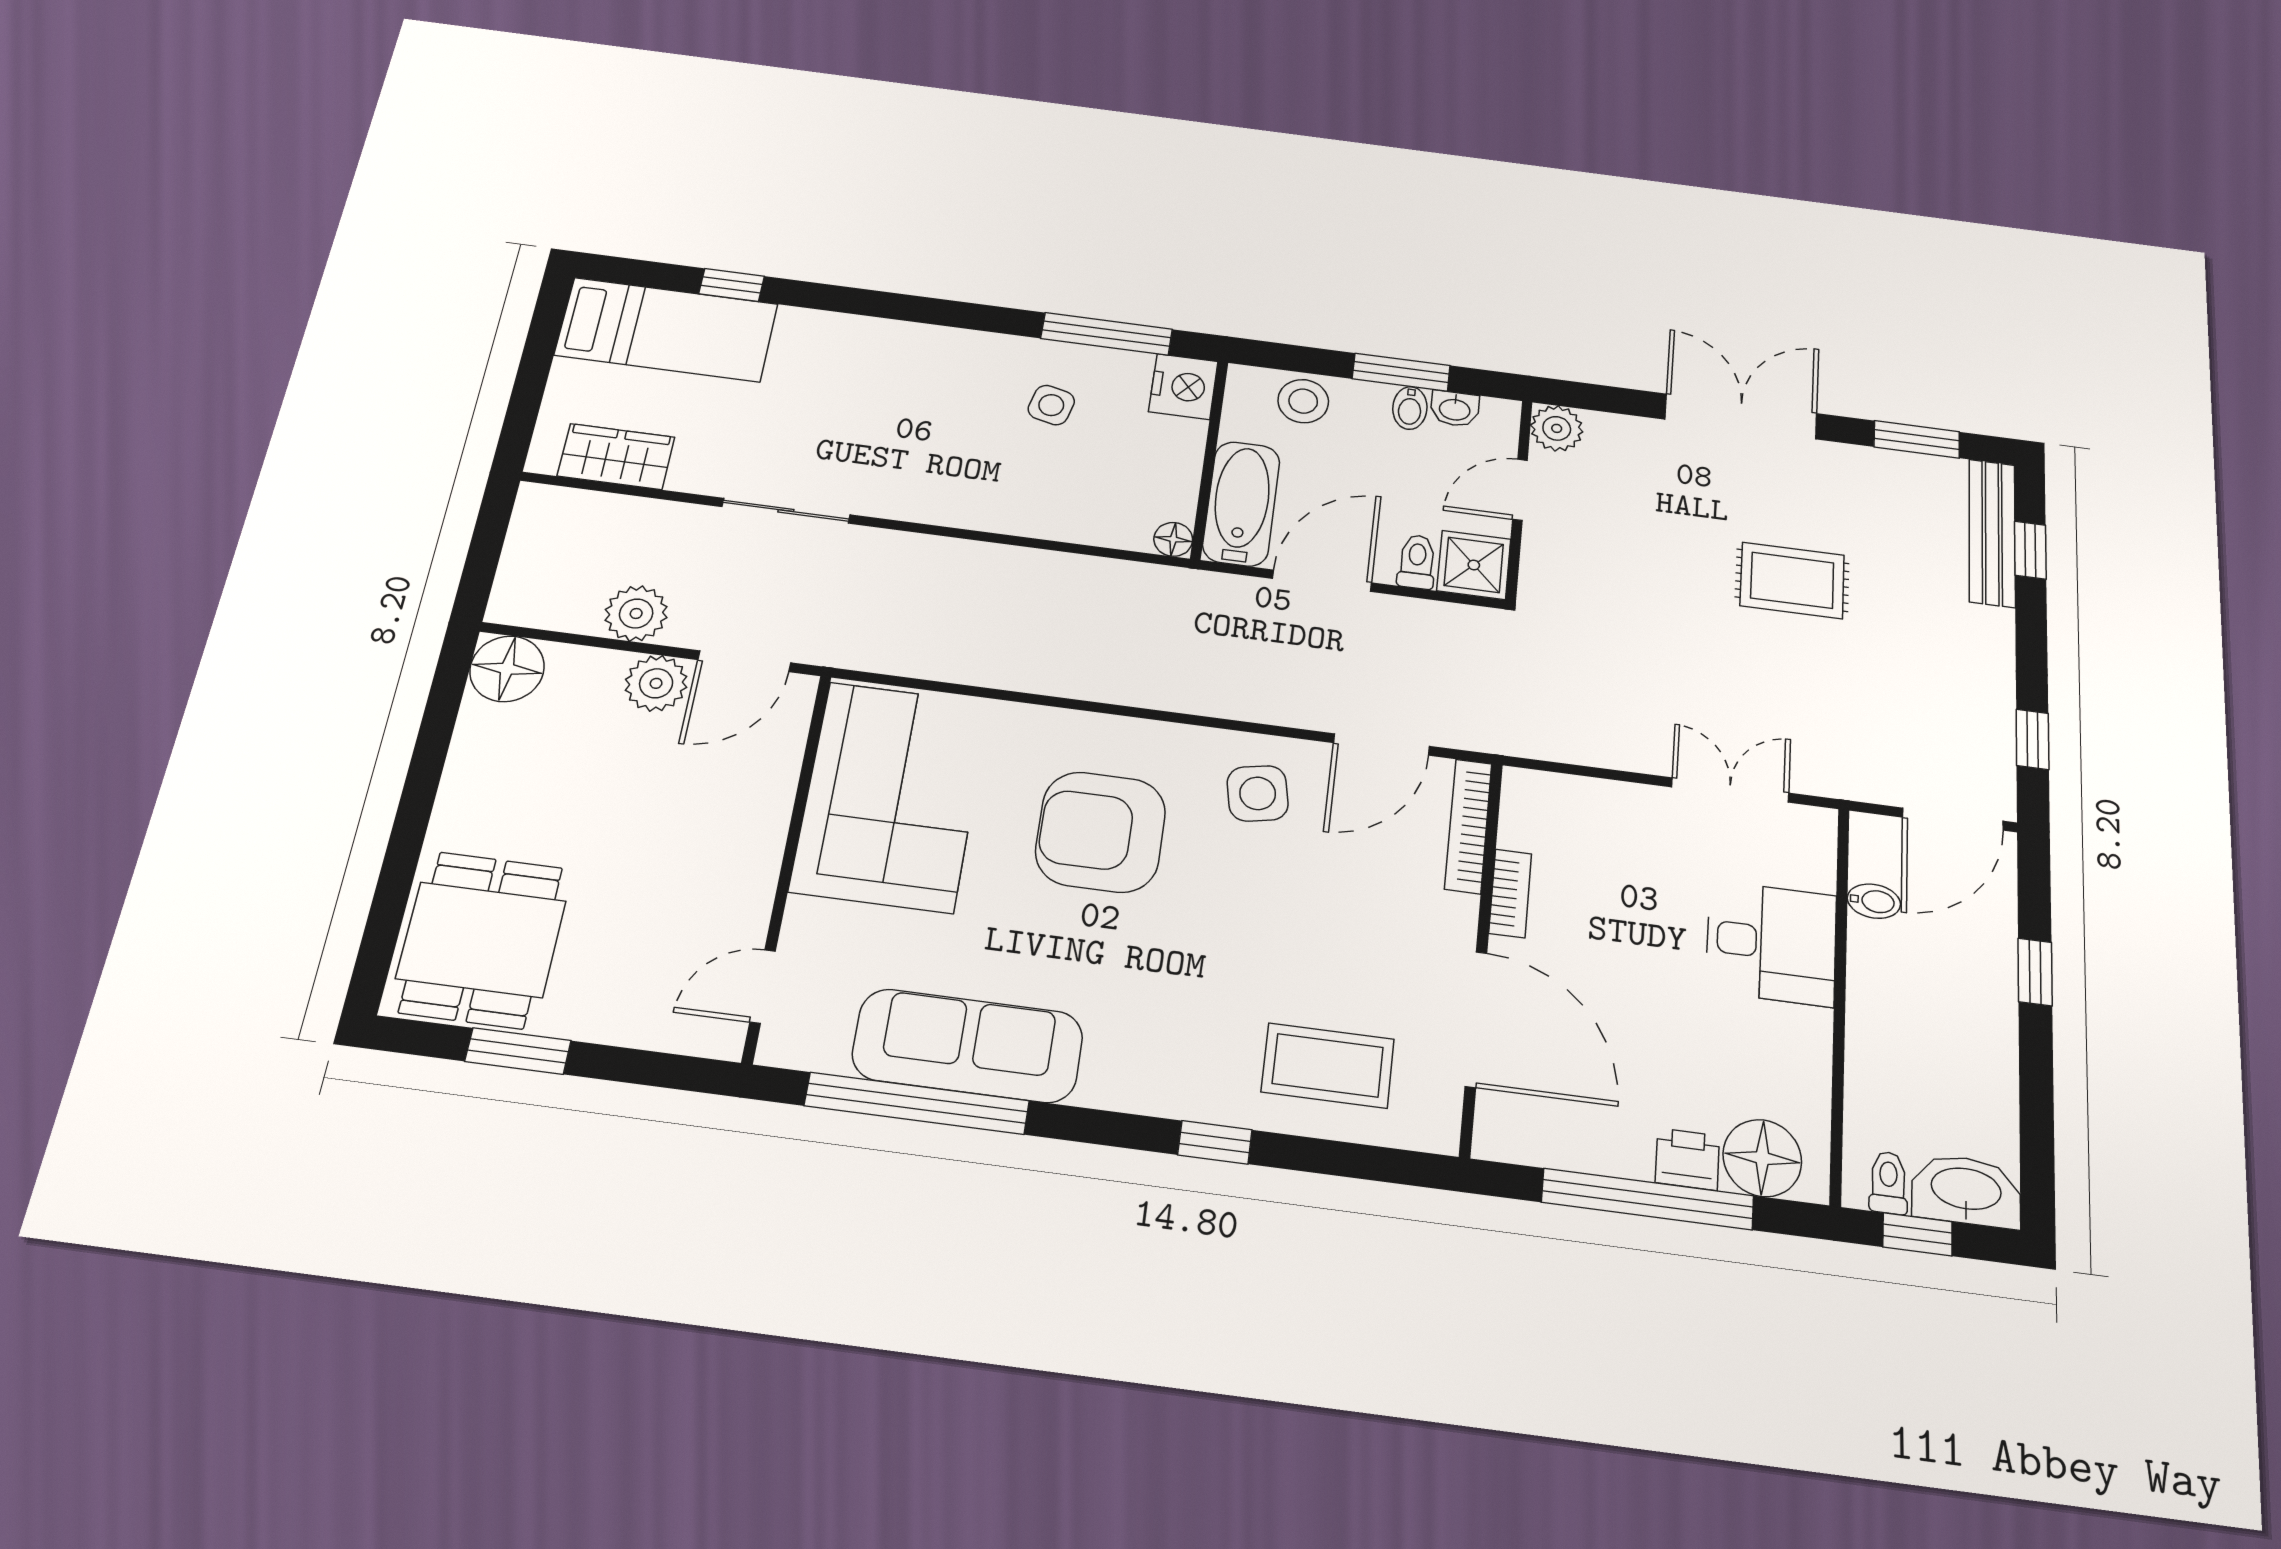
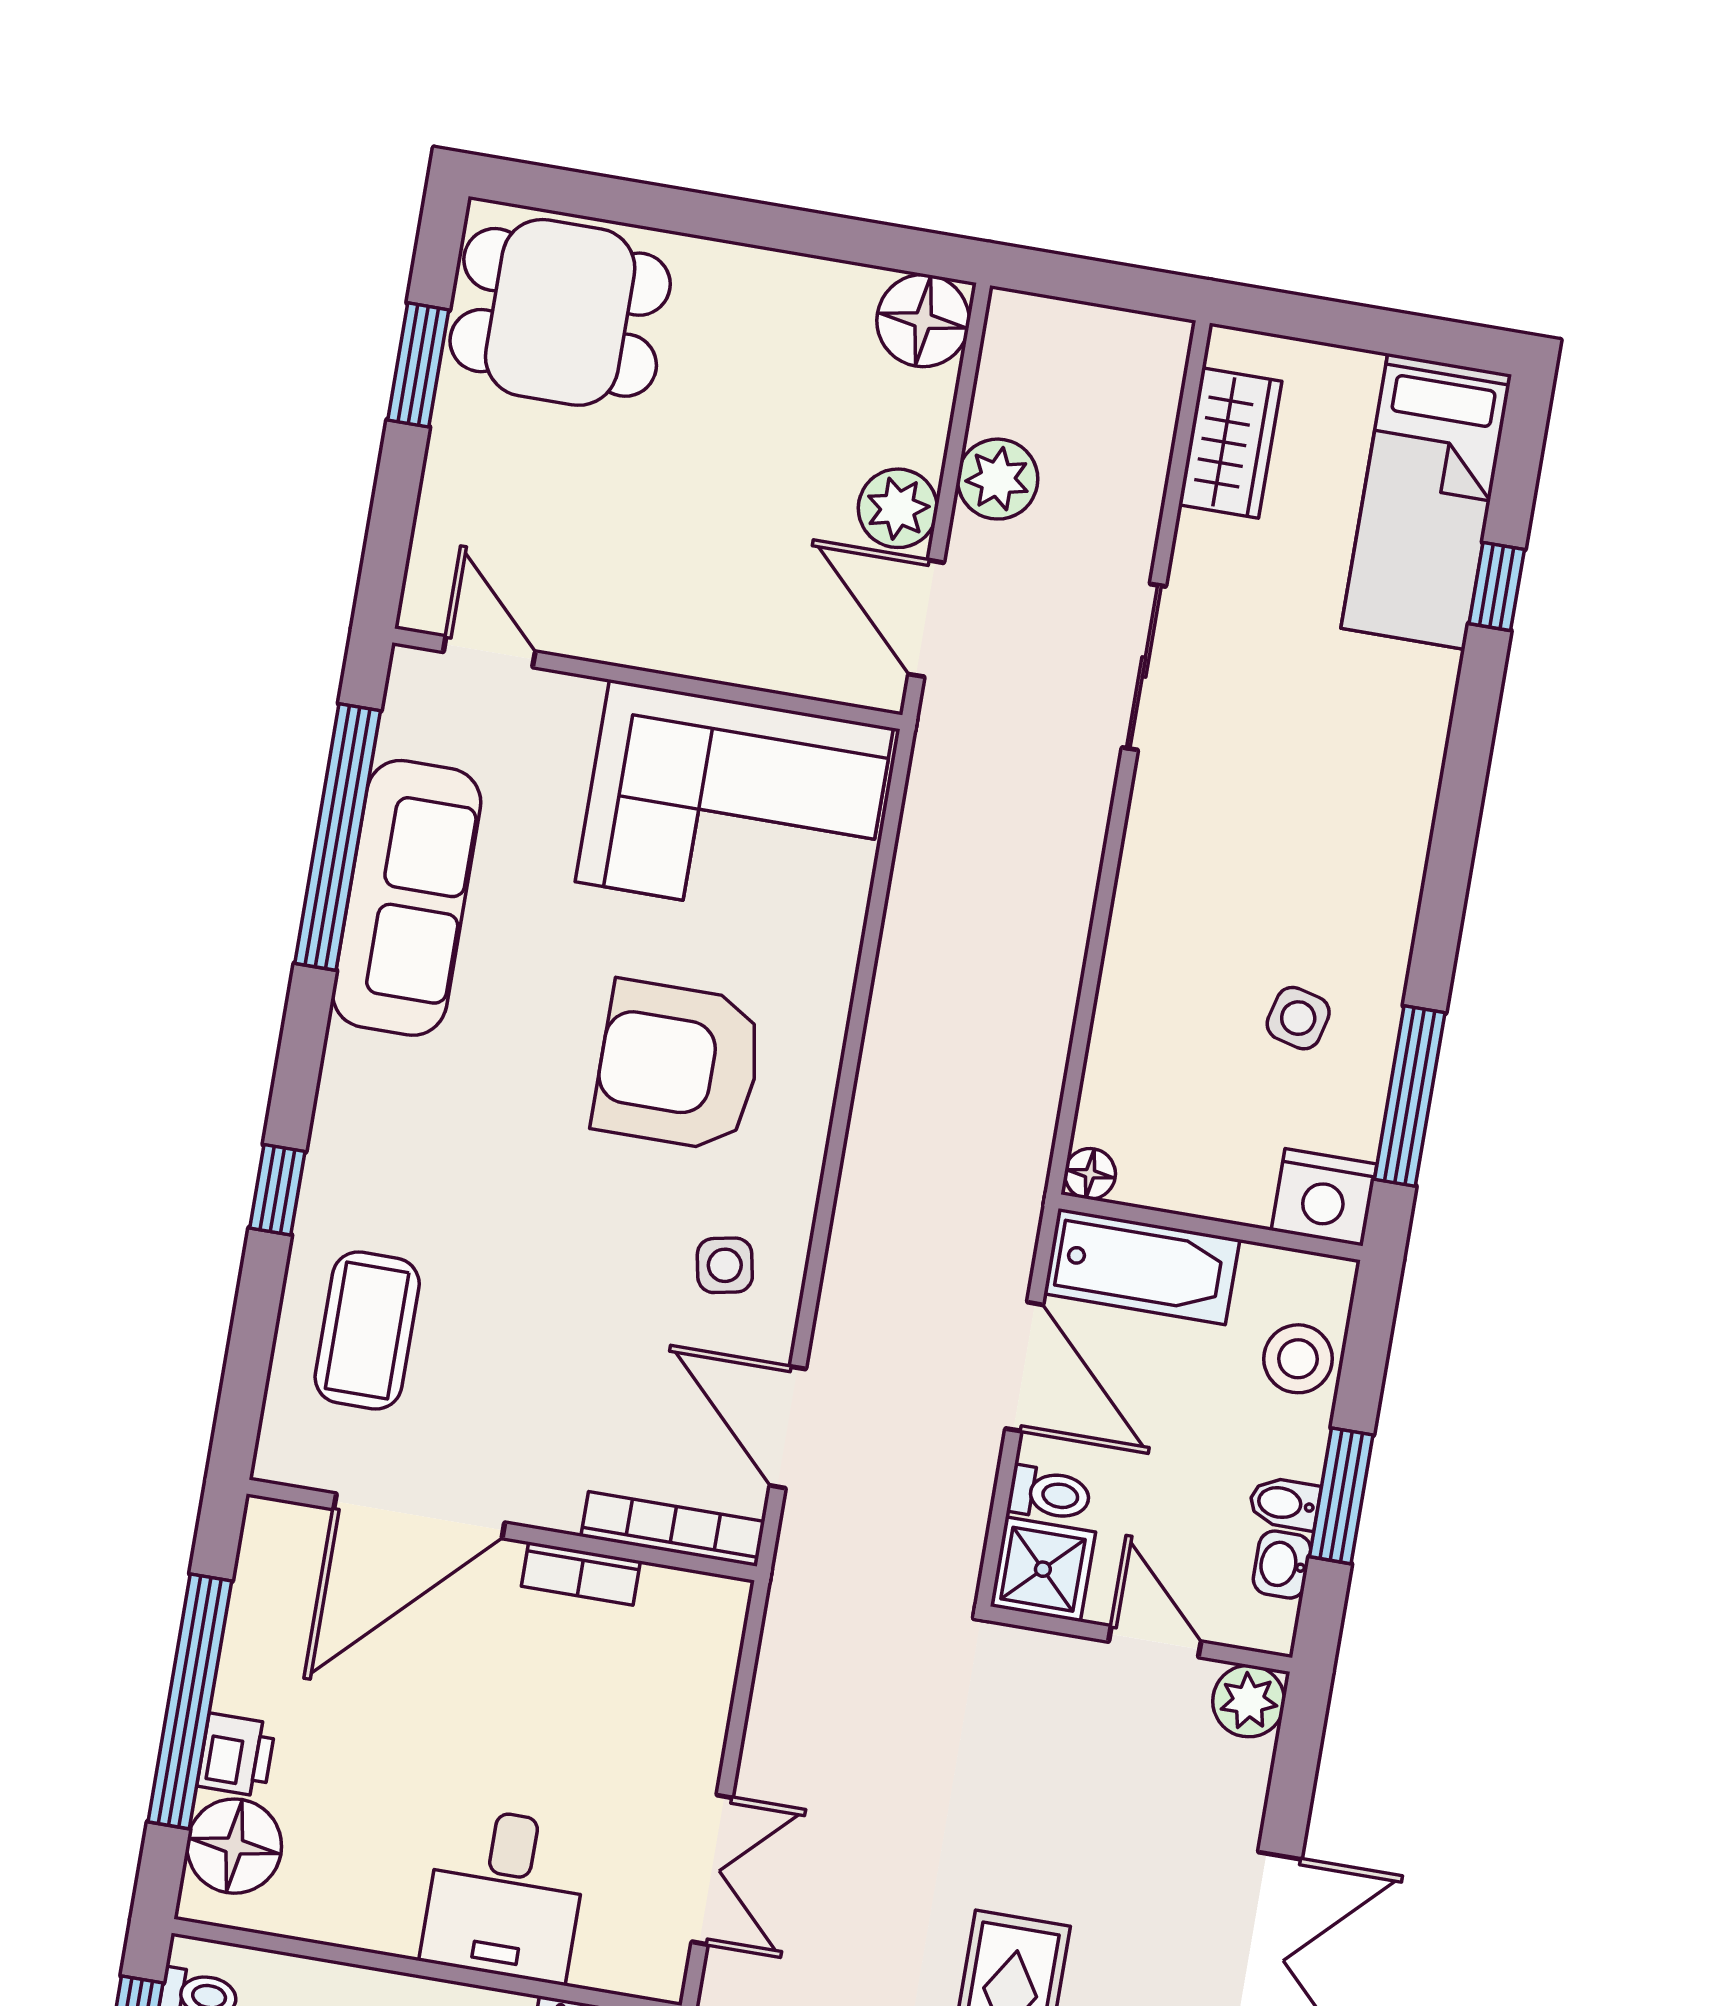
side table: (1258, 793) -> (725, 1265), width x0.73, depth x0.73
armchair: (1101, 832) -> (678, 1066), turned -90

